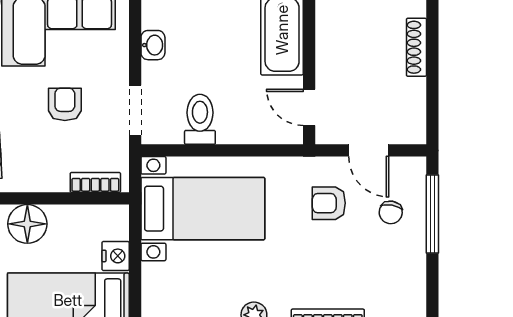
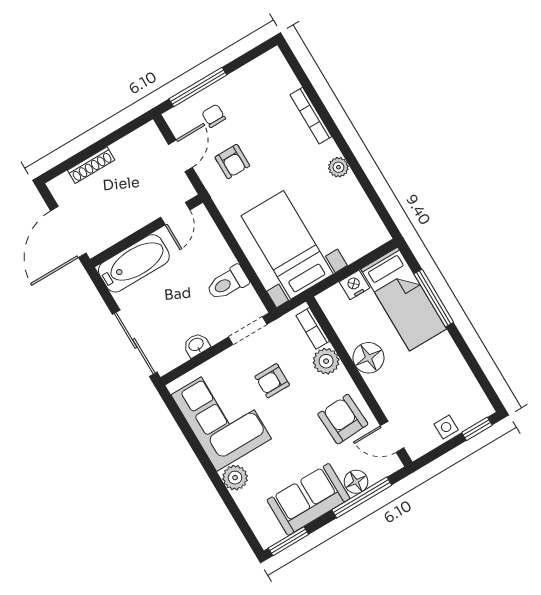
plant: (51, 176) -> (326, 361), added
chair: (391, 212) -> (214, 116), turned -100

